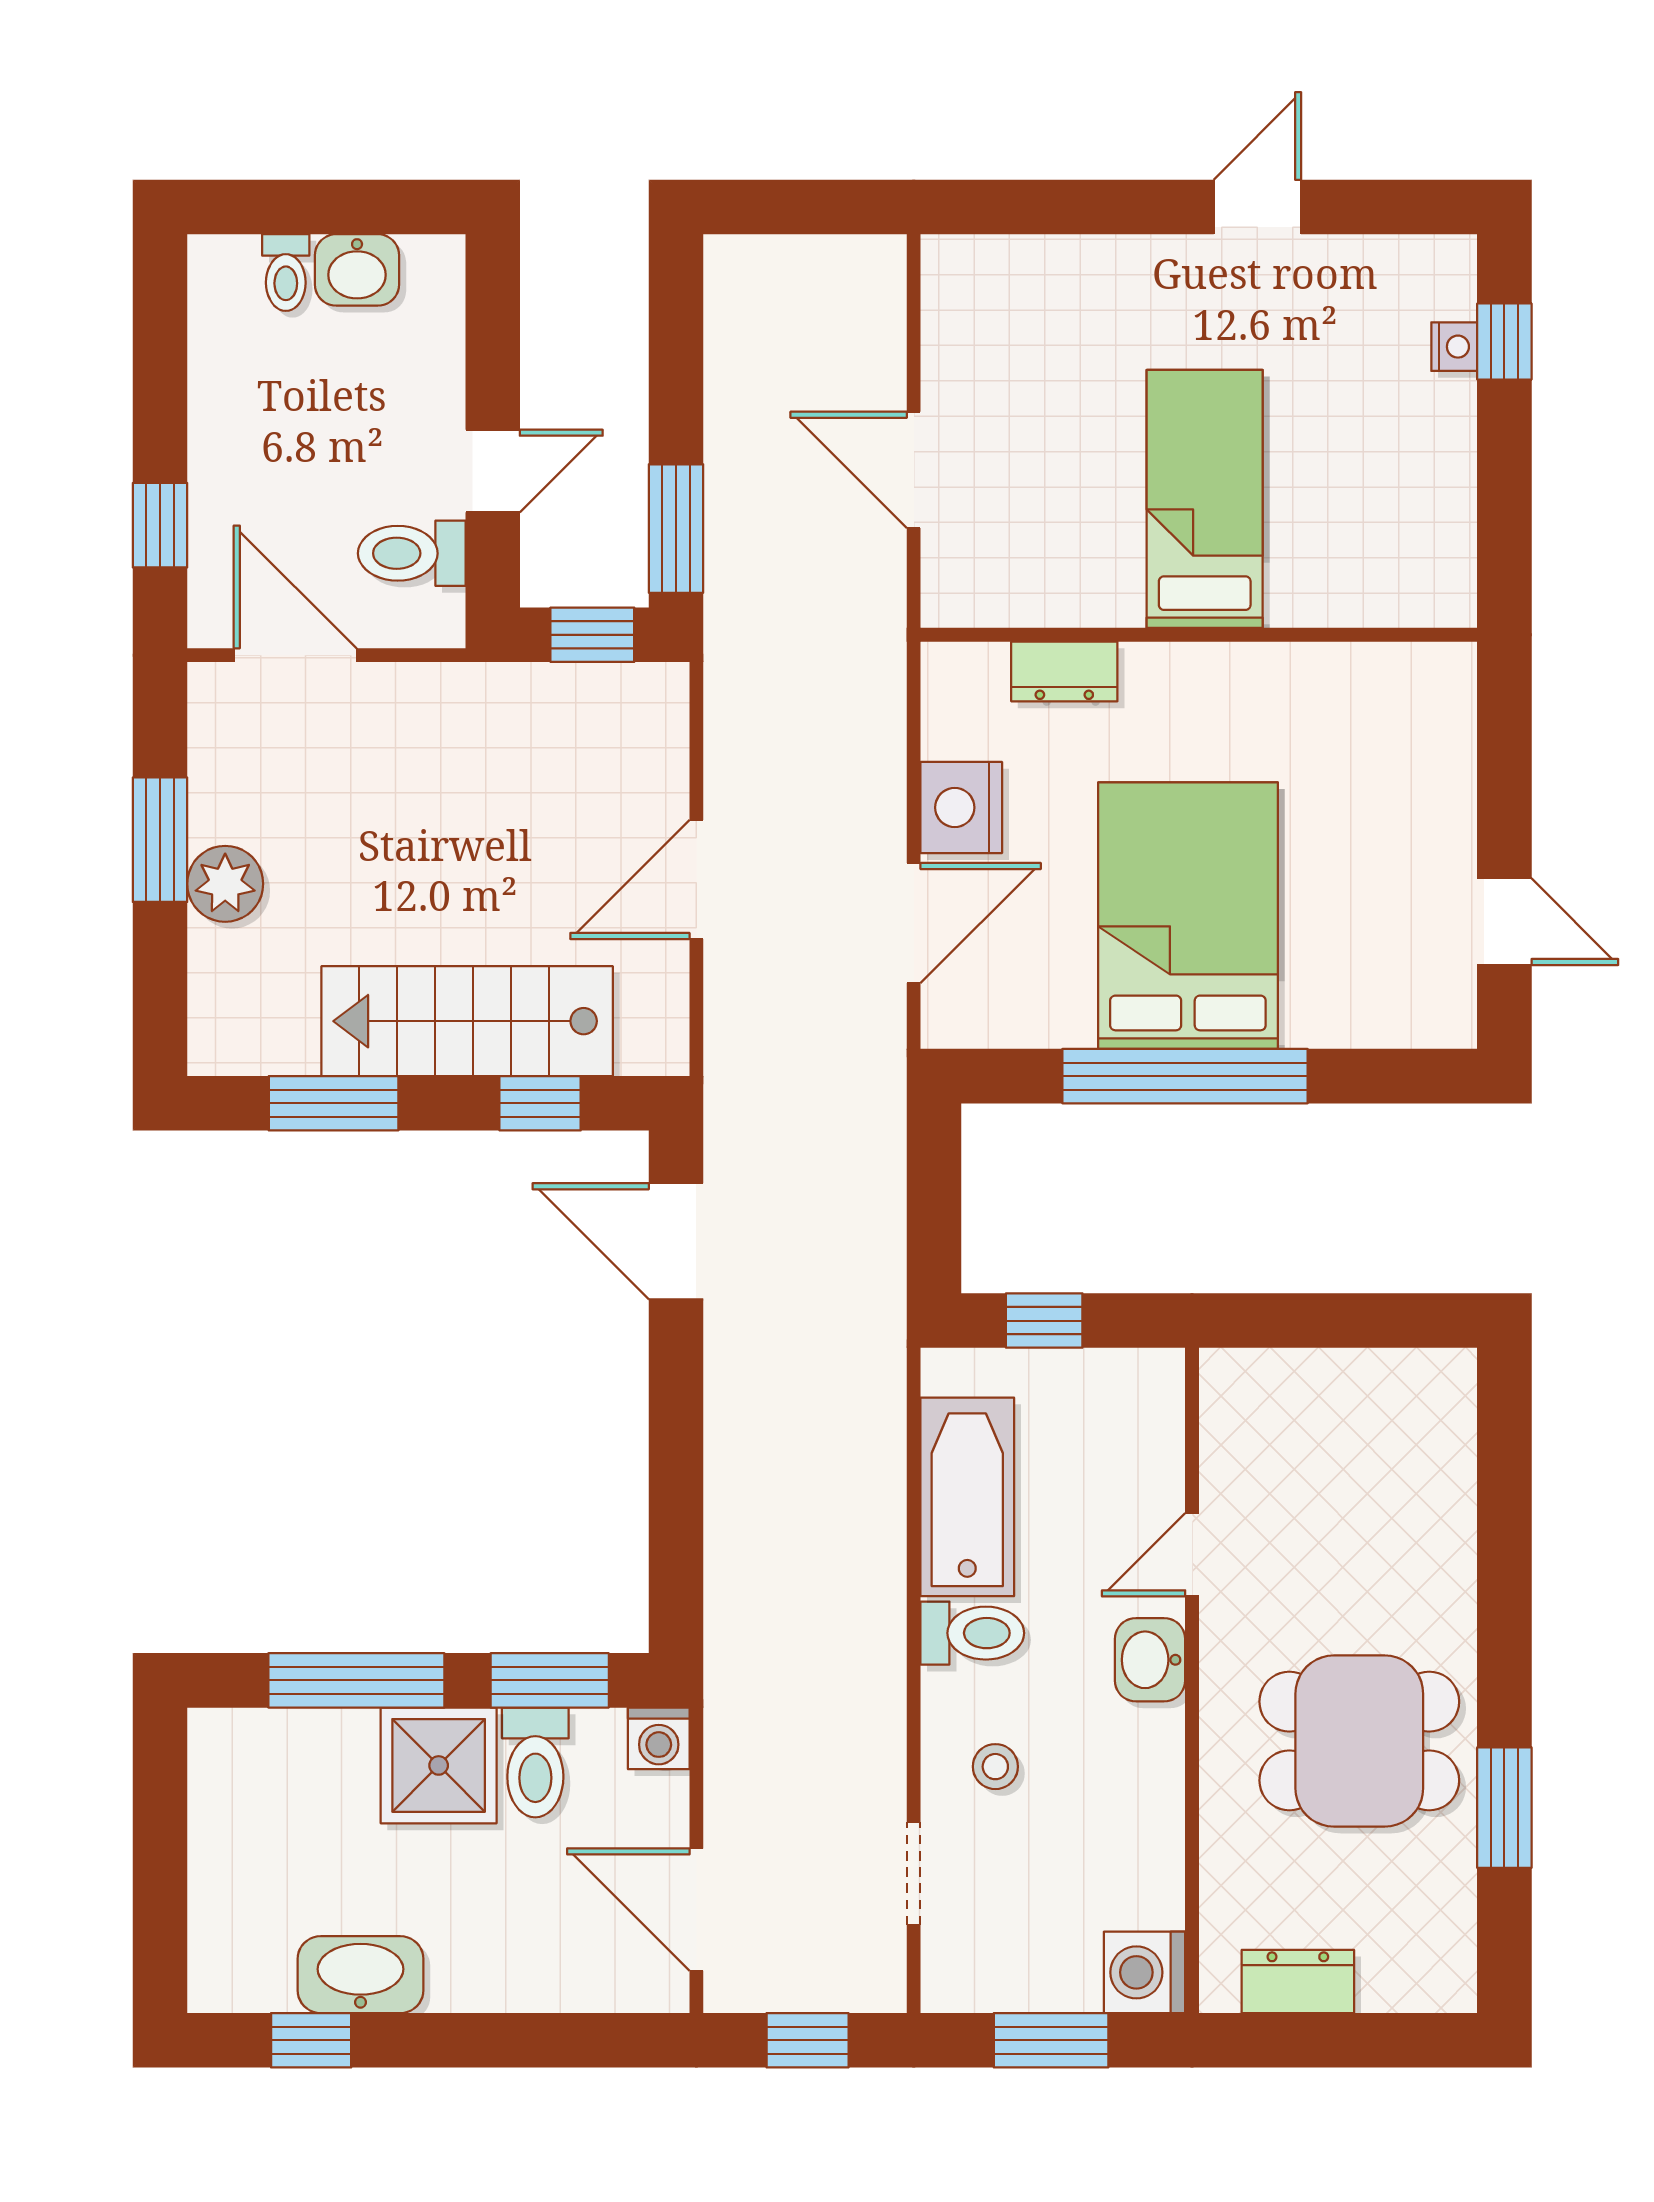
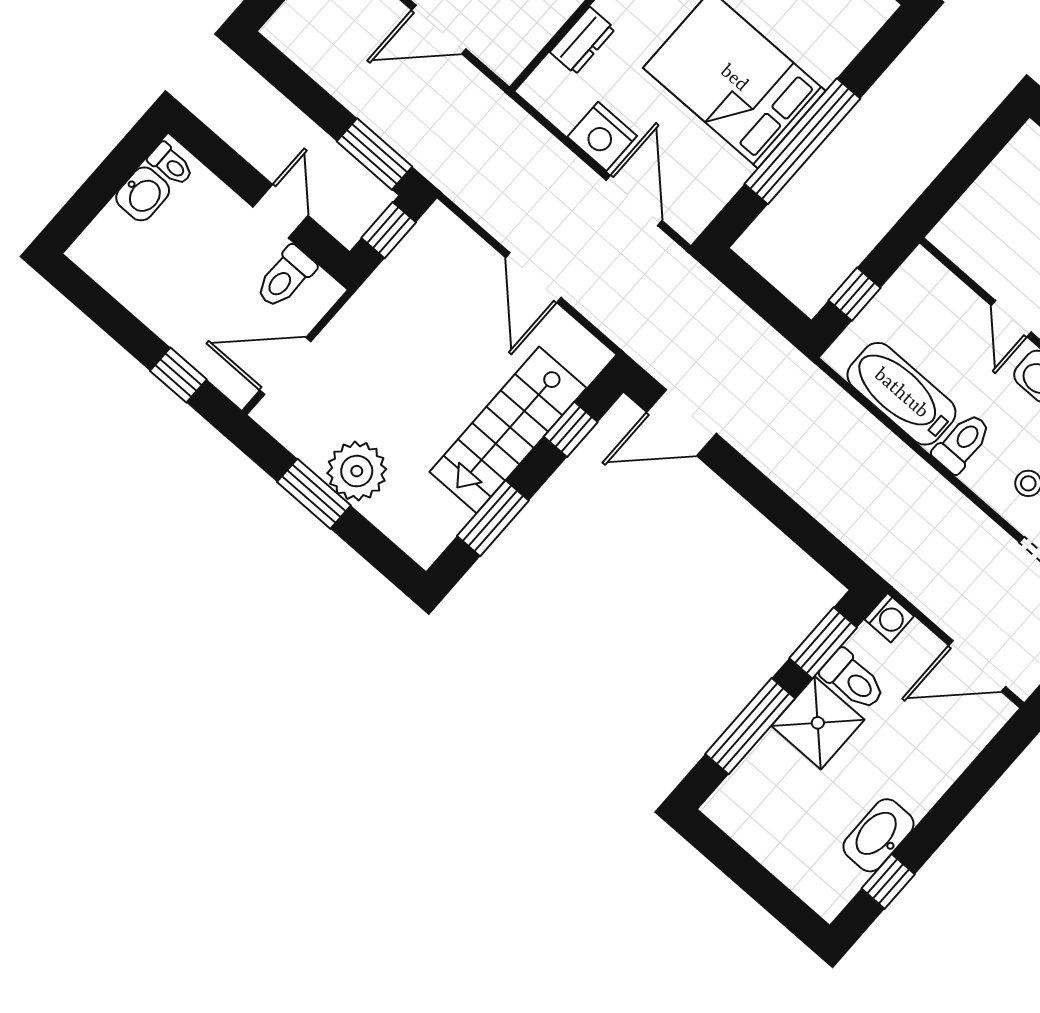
toilet: (286, 273) -> (171, 164), moved
plant: (225, 884) -> (357, 471), width x1.36, depth x1.36

